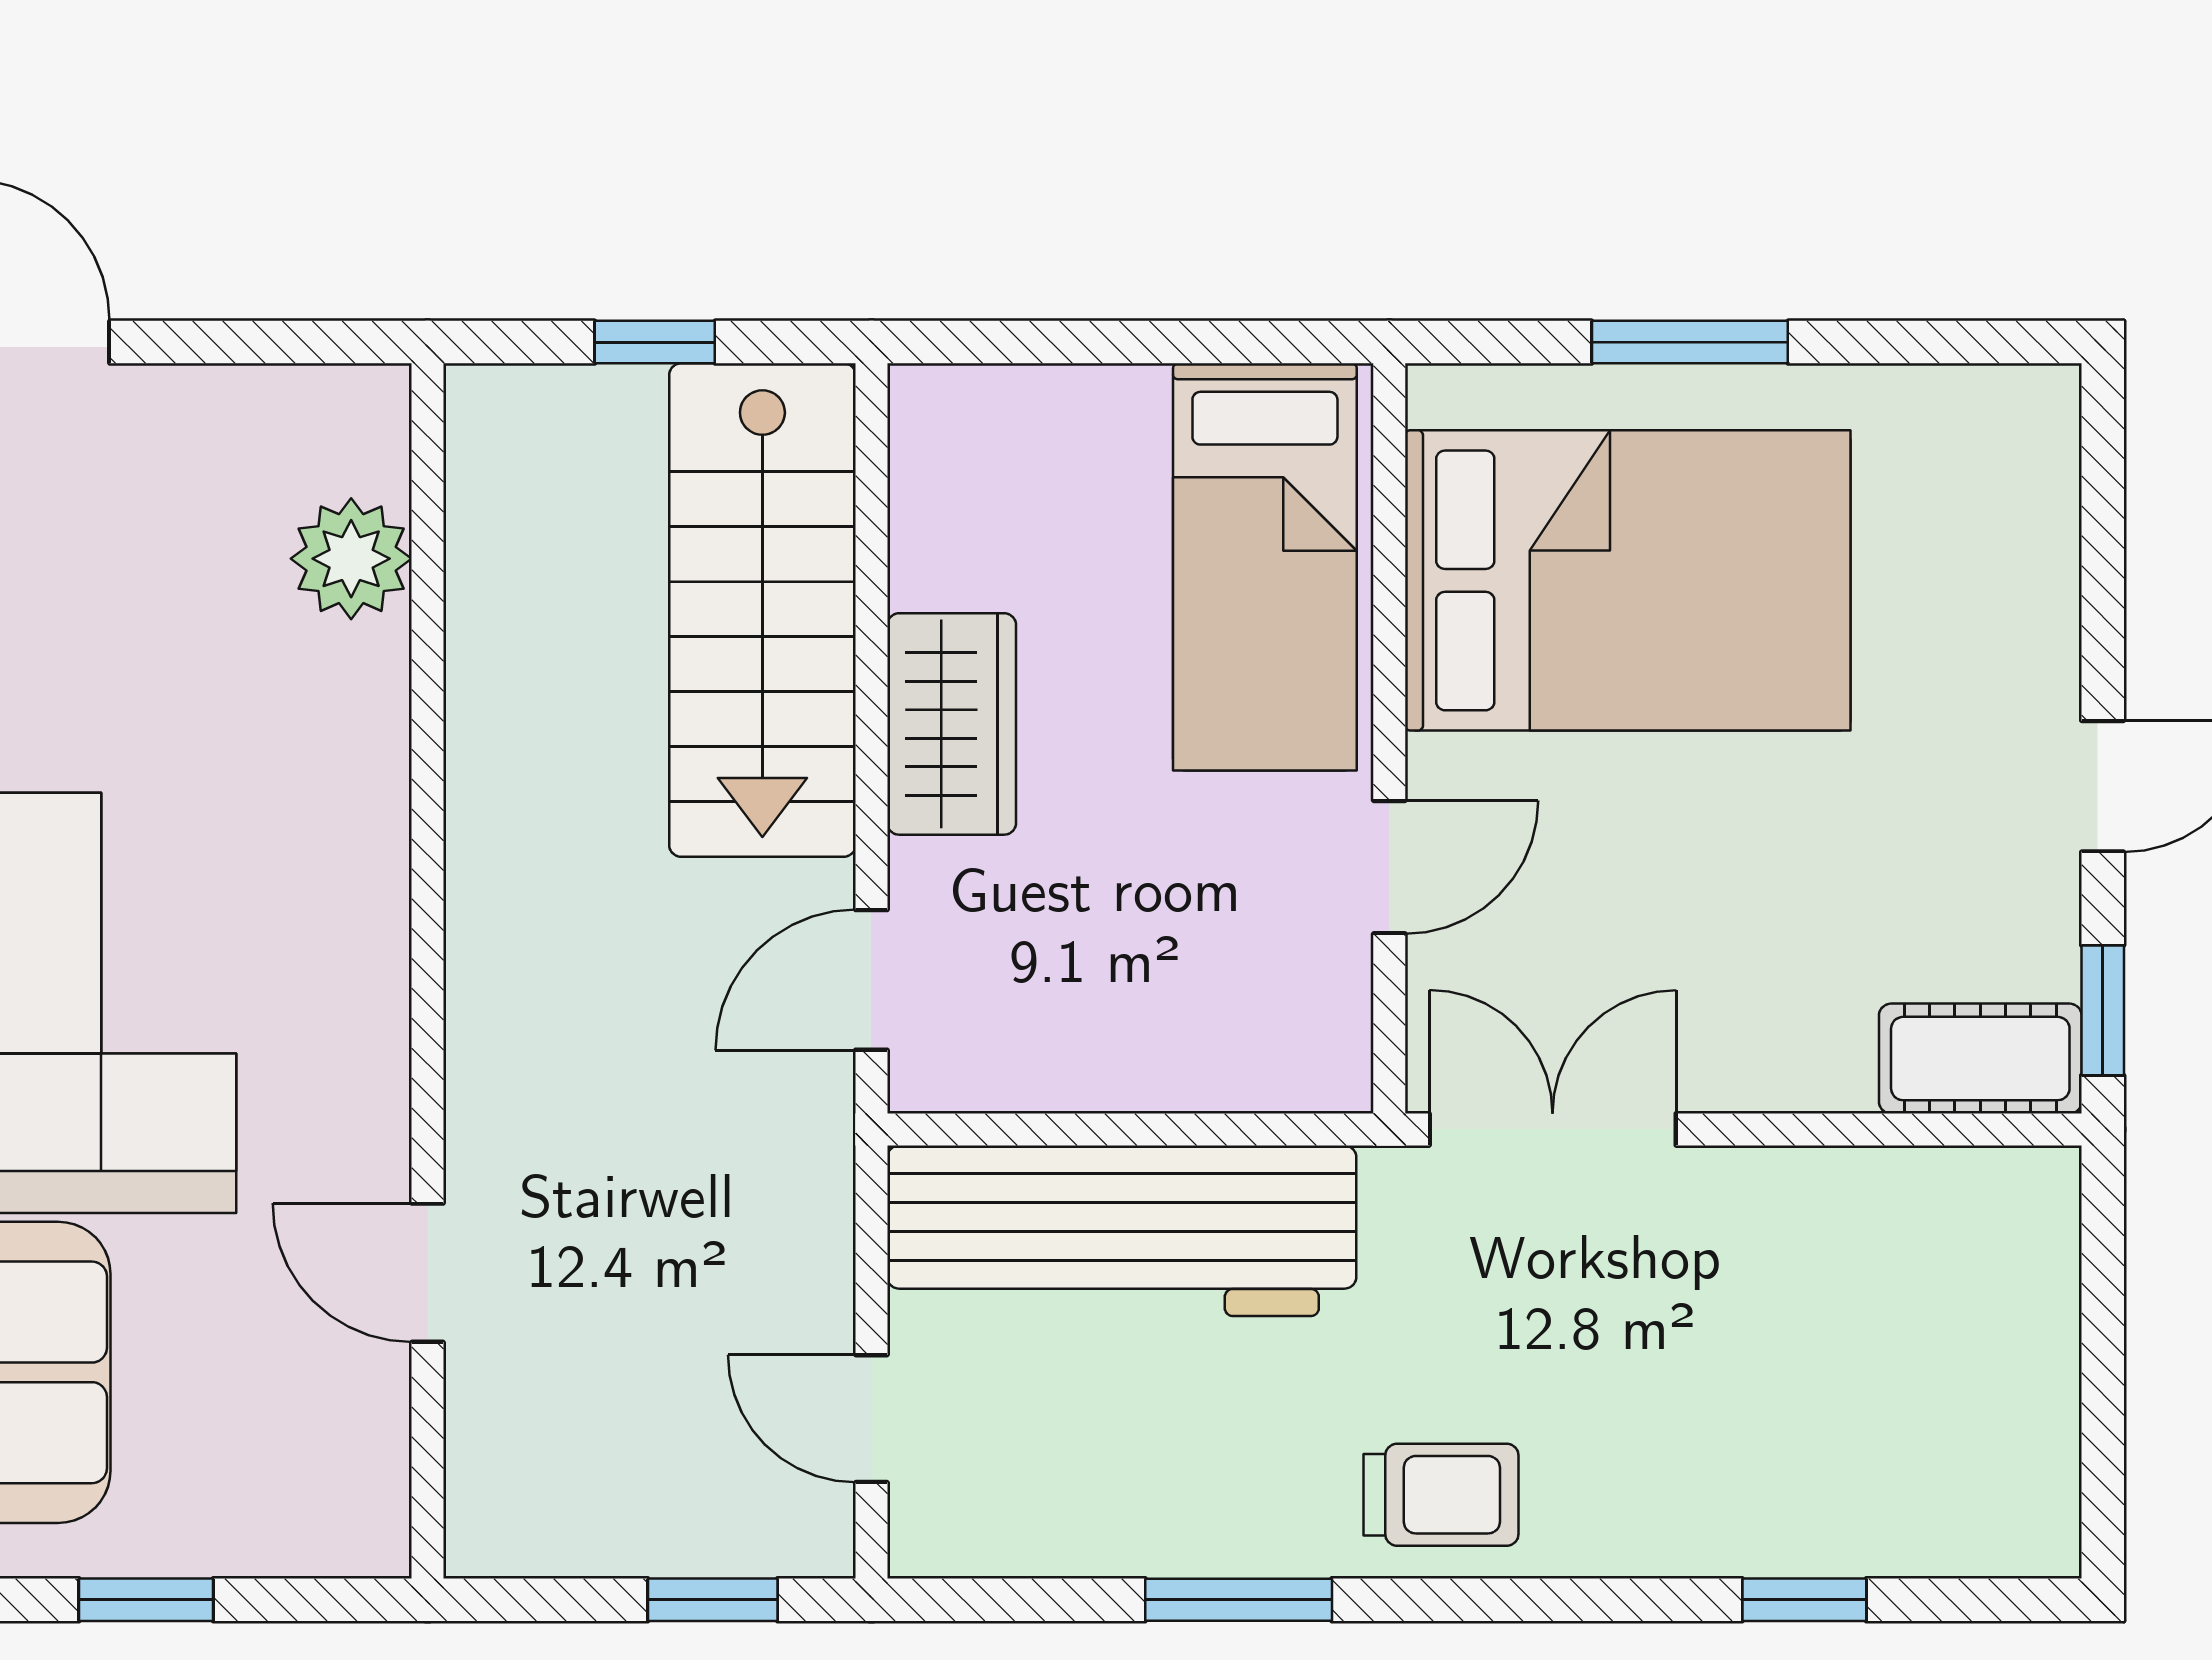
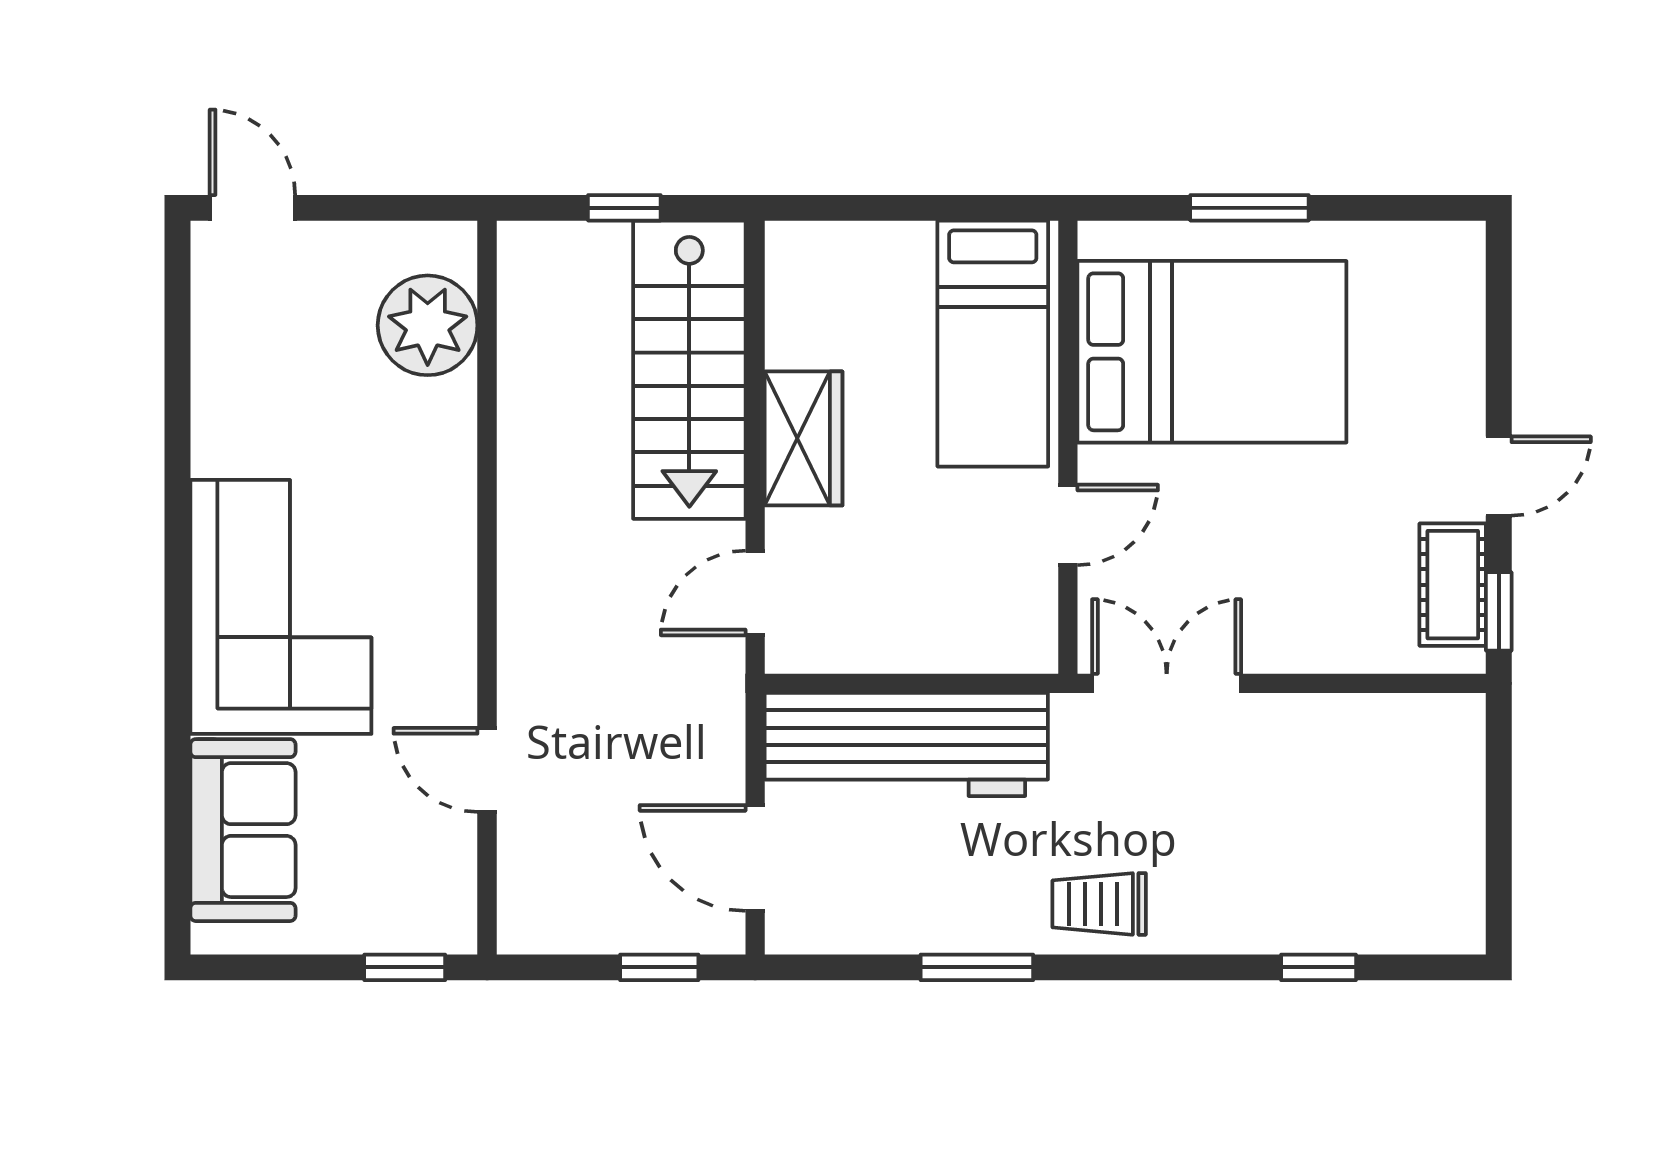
plant: (351, 559) -> (428, 325), width x1.36, depth x1.36
cot: (1980, 1059) -> (1453, 585), moved, turned 90
door: (871, 1419) -> (755, 858), width x1.38
trolley: (1441, 1495) -> (1099, 904), turned 180
window: (146, 1600) -> (405, 967), moved

